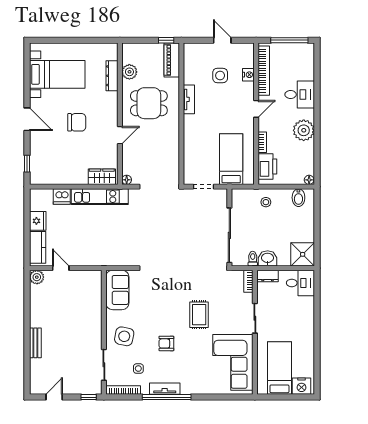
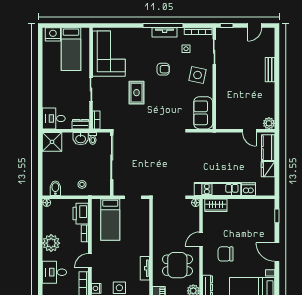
chair: (77, 122) -> (226, 254), moved

